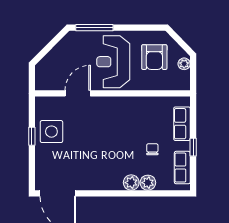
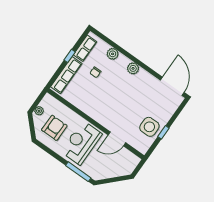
reception desk: (113, 62) -> (81, 143), turned 180
row of seats: (182, 124) -> (66, 75), width x1.48
plant: (131, 183) -> (133, 68), moved

